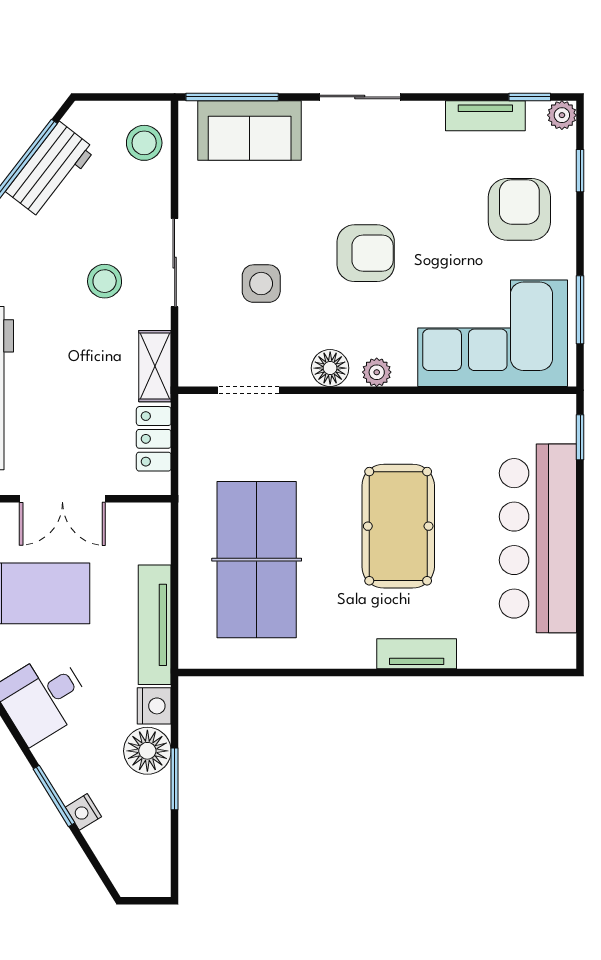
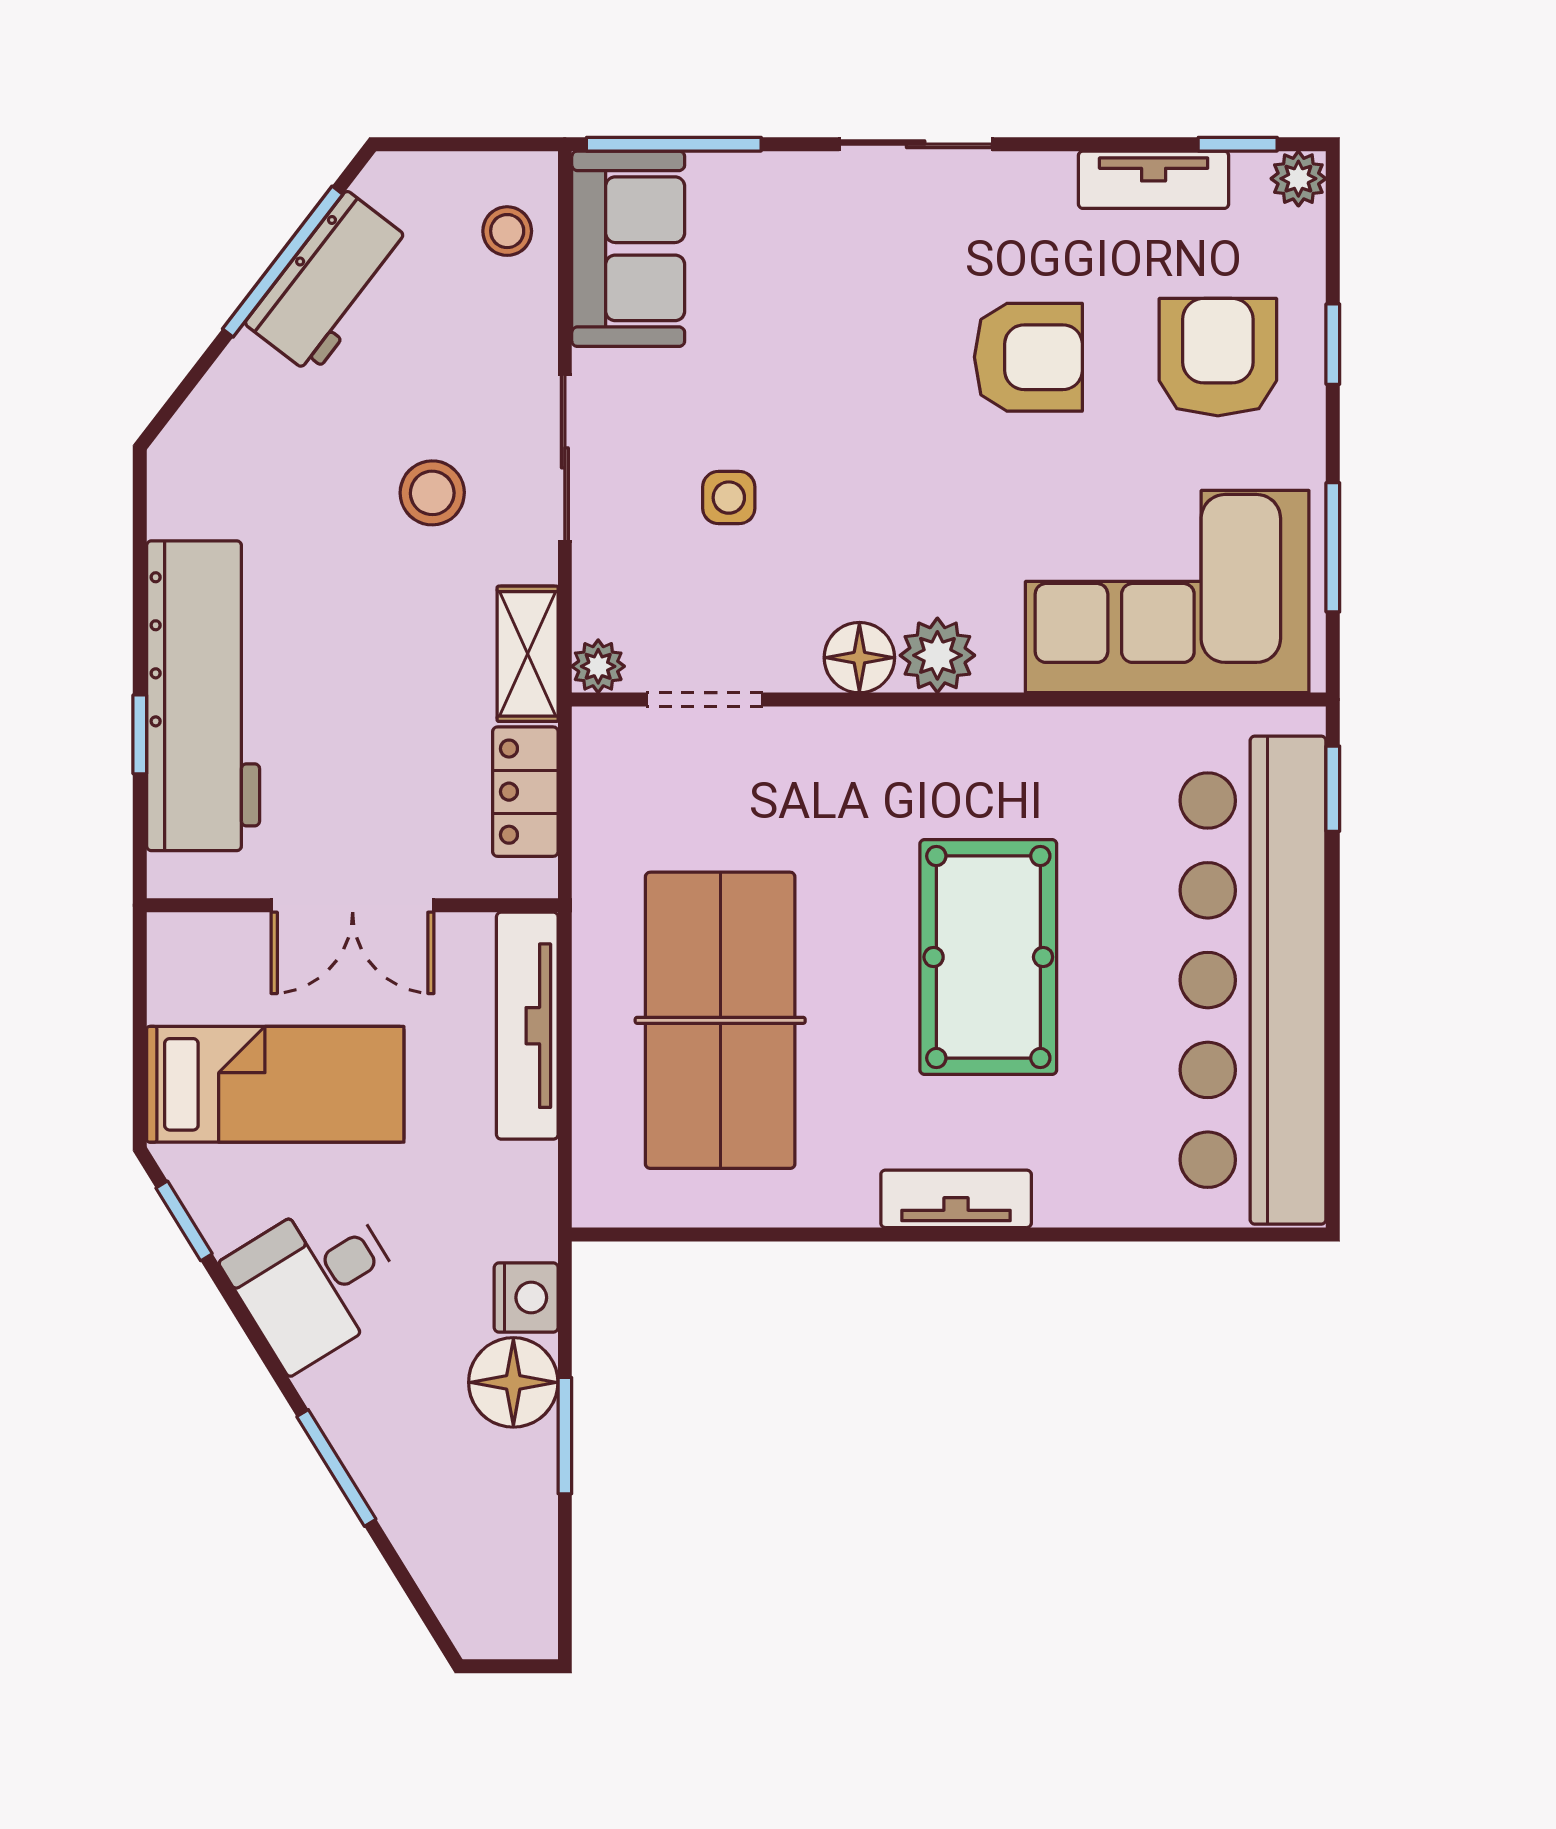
sofa: (250, 130) -> (628, 249), moved, turned -90
stool: (144, 143) -> (507, 231), width x0.73, depth x0.73
window: (580, 171) -> (1333, 344), moved
armchair: (366, 253) -> (1028, 357), moved
side table: (261, 284) -> (729, 498), width x0.73, depth x0.73
plant: (377, 372) -> (937, 655), width x1.38, depth x1.38
plant: (192, 373) -> (598, 666), added
bar counter: (538, 538) -> (1253, 980), width x1.36
tv unit: (155, 625) -> (527, 1026), moved
tv unit: (417, 654) -> (956, 1199), moved
nightstand: (83, 812) -> (392, 1498), removed

